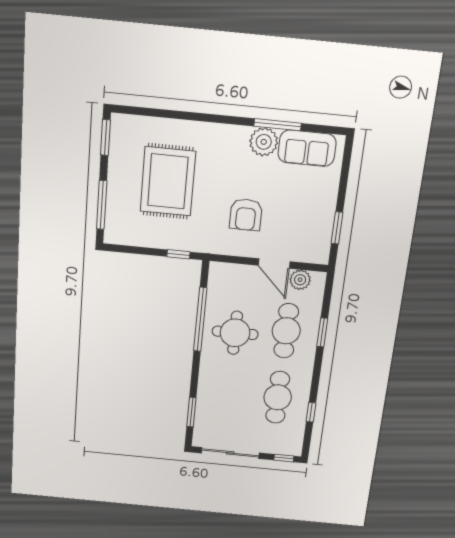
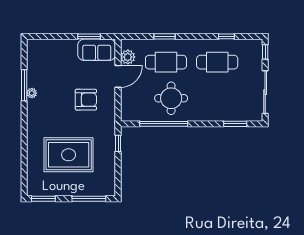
plant: (264, 142) -> (32, 93), width x0.53, depth x0.53
sofa: (307, 148) -> (97, 50), moved, turned 90

